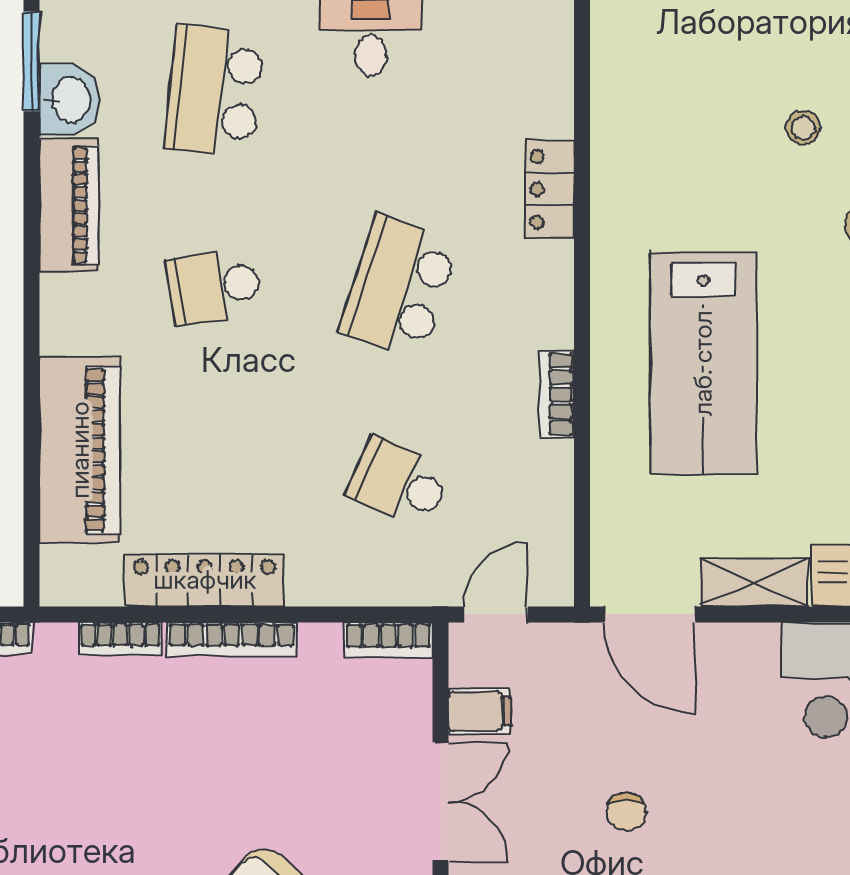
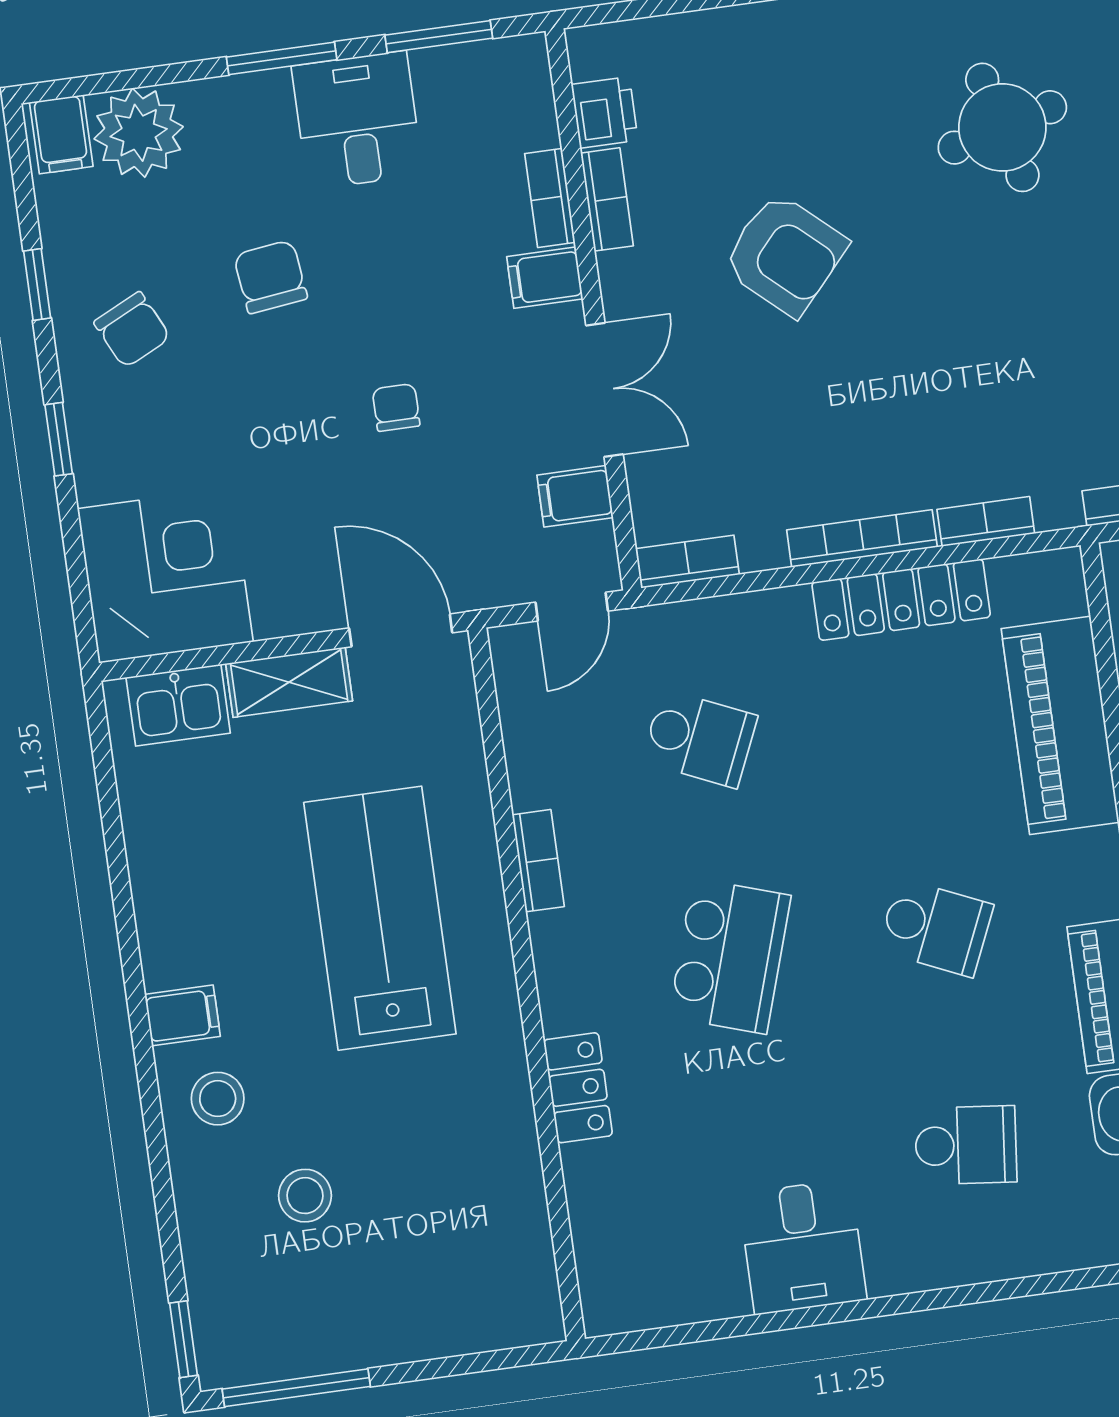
school desk: (214, 91) -> (966, 1145), width x0.54
stool: (803, 128) -> (305, 1196), width x1.37, depth x1.37
school desk: (214, 287) -> (936, 928), turned 33
double door: (441, 802) -> (605, 390), swing flipped

